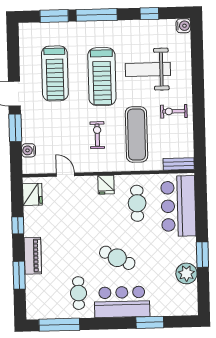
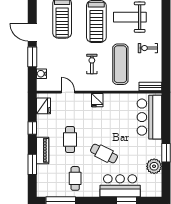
cafe table: (137, 203) -> (70, 140), moved
bar counter: (122, 302) -> (120, 186), moved

